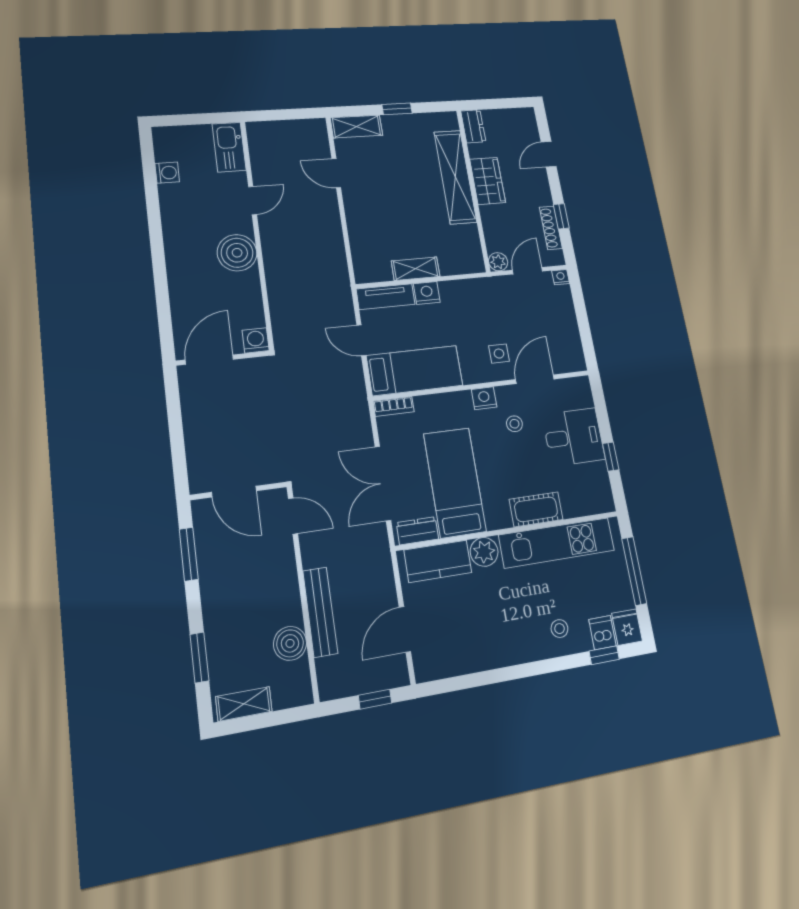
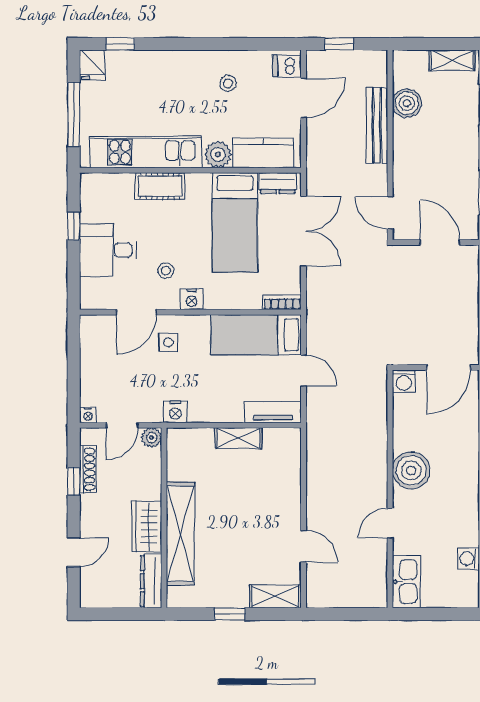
dresser: (473, 126) -> (151, 581), width x1.44
nightstand: (427, 293) -> (175, 412), moved
stool: (559, 629) -> (228, 83), moved
dishwasher: (602, 633) -> (287, 66), moved, turned 90

